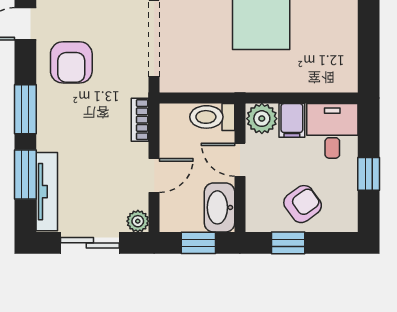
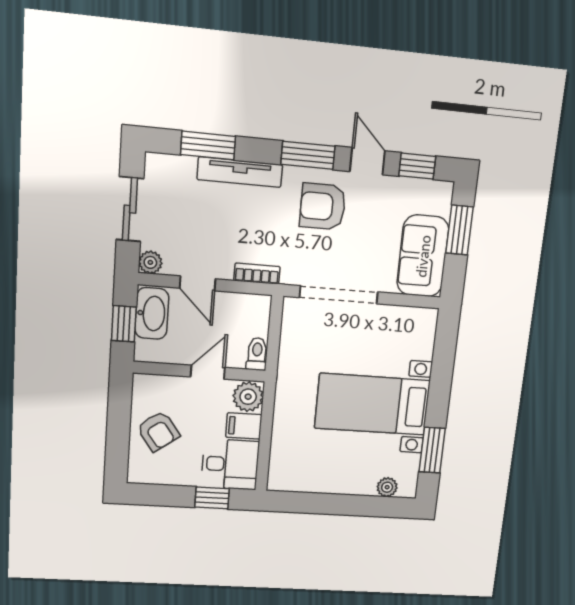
window: (25, 109) -> (308, 155), moved
toilet: (212, 117) -> (257, 354), width x0.73, depth x0.72
window: (369, 174) -> (212, 498), moved
tv unit: (47, 192) -> (240, 172), moved
washbasin: (219, 207) -> (152, 313), moved, turned 90
window: (288, 243) -> (119, 415), removed

